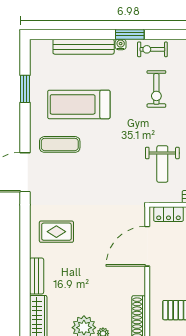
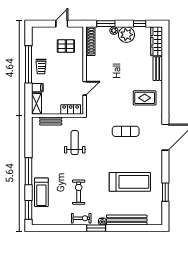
exercise mat: (60, 144) -> (126, 131), moved
door: (147, 246) -> (85, 88), width x0.53

